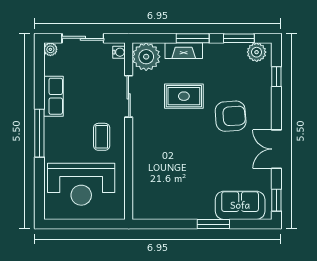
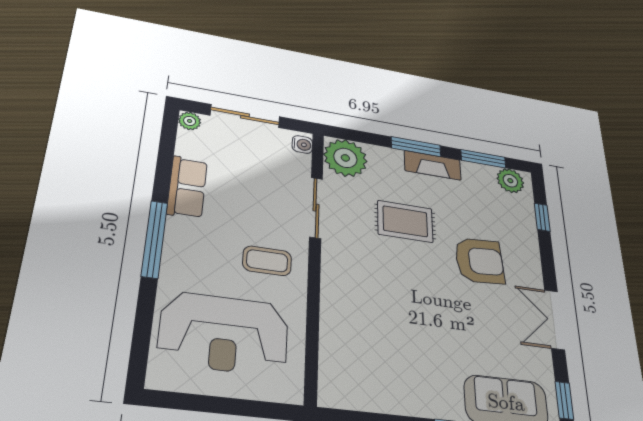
fireplace: (184, 51) -> (433, 165), moved
coffee table: (102, 137) -> (267, 261), turned 90

